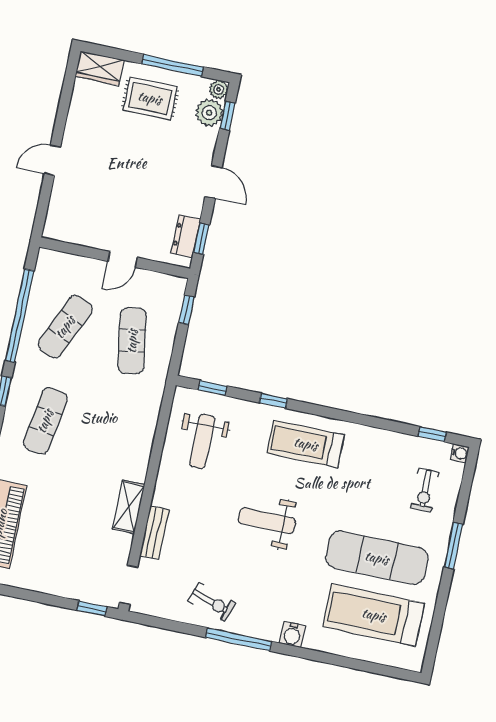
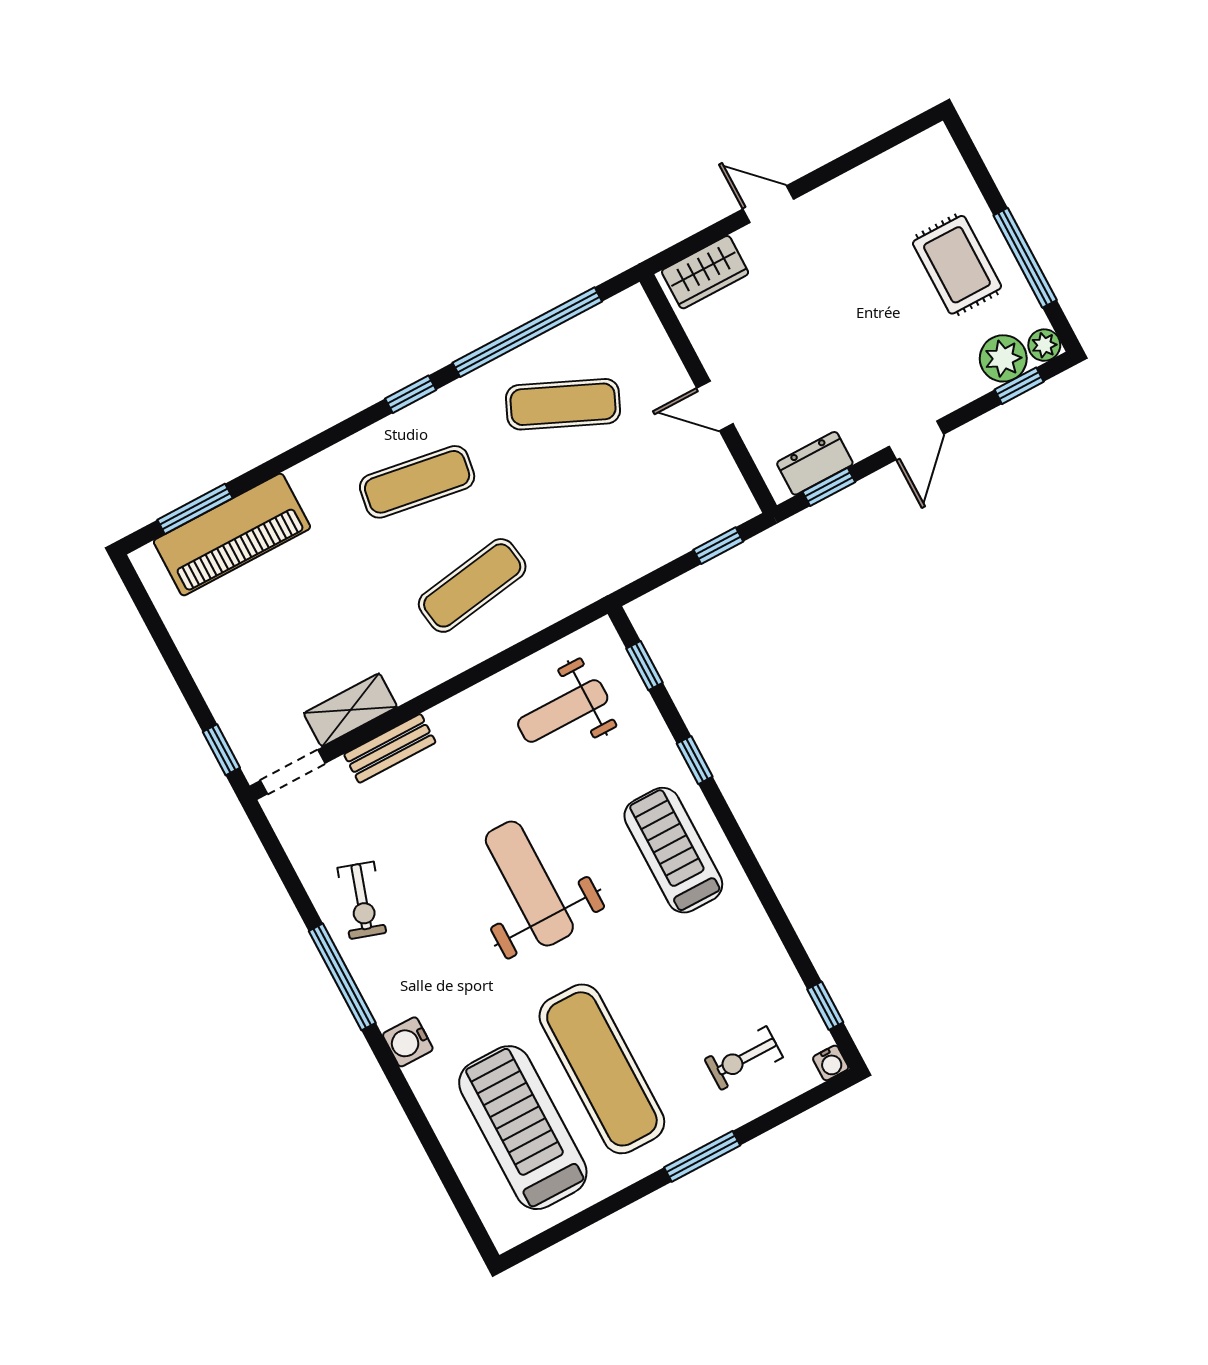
wardrobe: (100, 68) -> (705, 272), moved, turned -90
exercise mat: (132, 341) -> (472, 585), moved
shelving: (129, 507) -> (350, 710), moved
weight bench: (267, 521) -> (529, 884), width x1.36, depth x1.33

